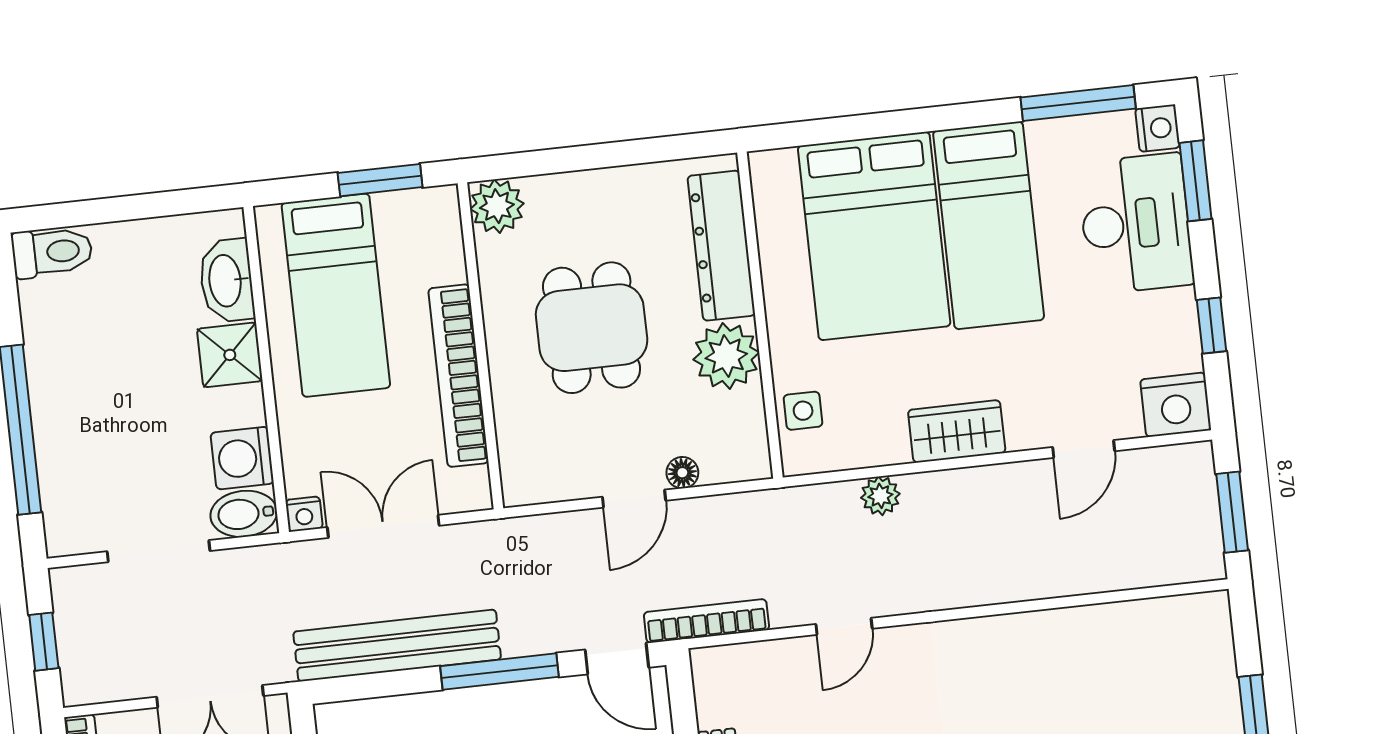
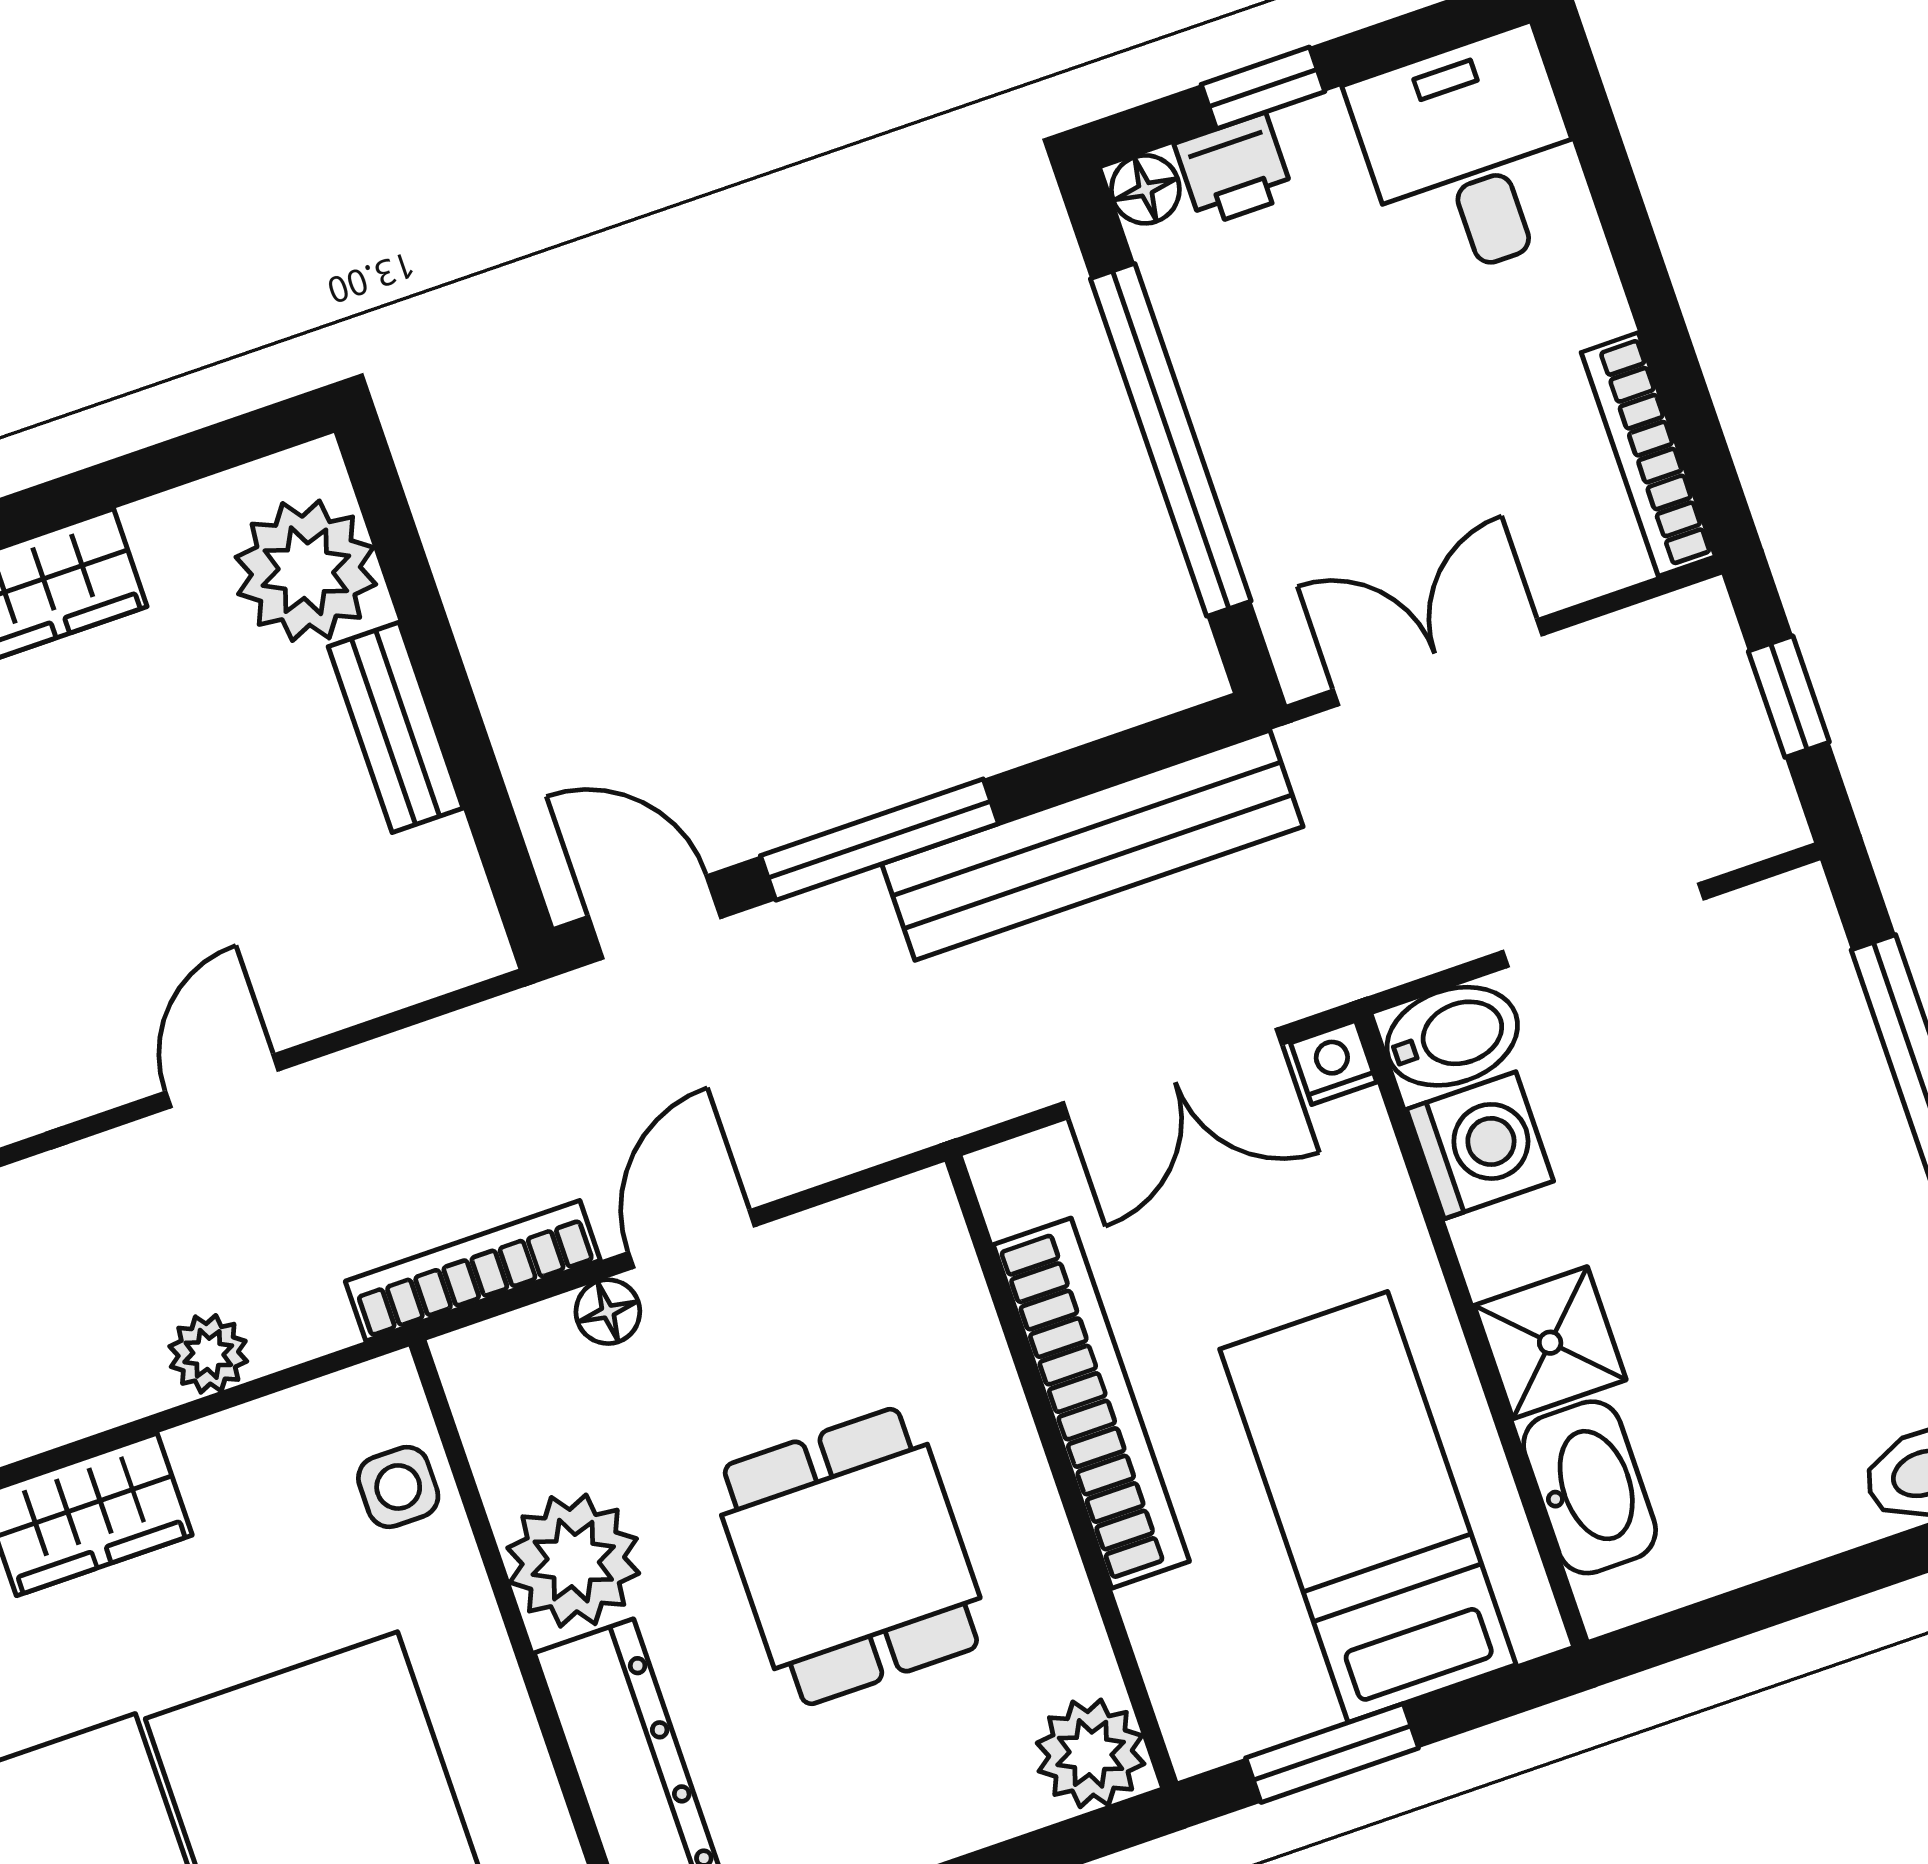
bookcase: (706, 621) -> (473, 1271), moved, turned 180

